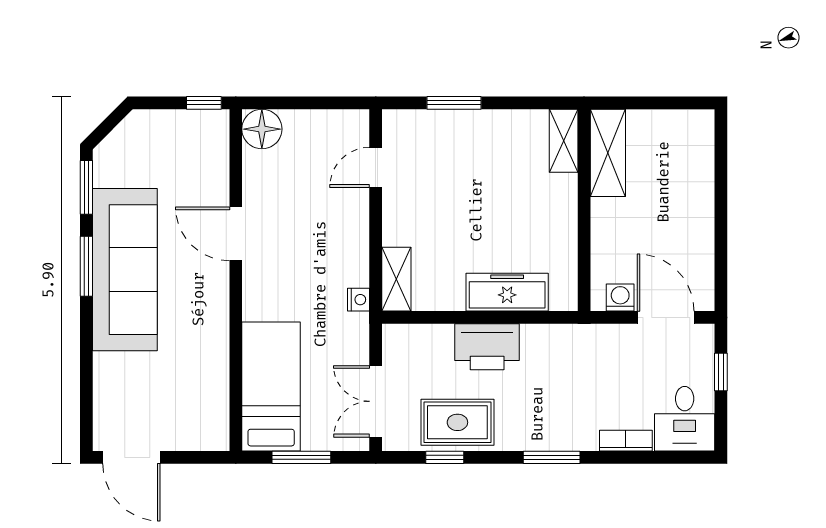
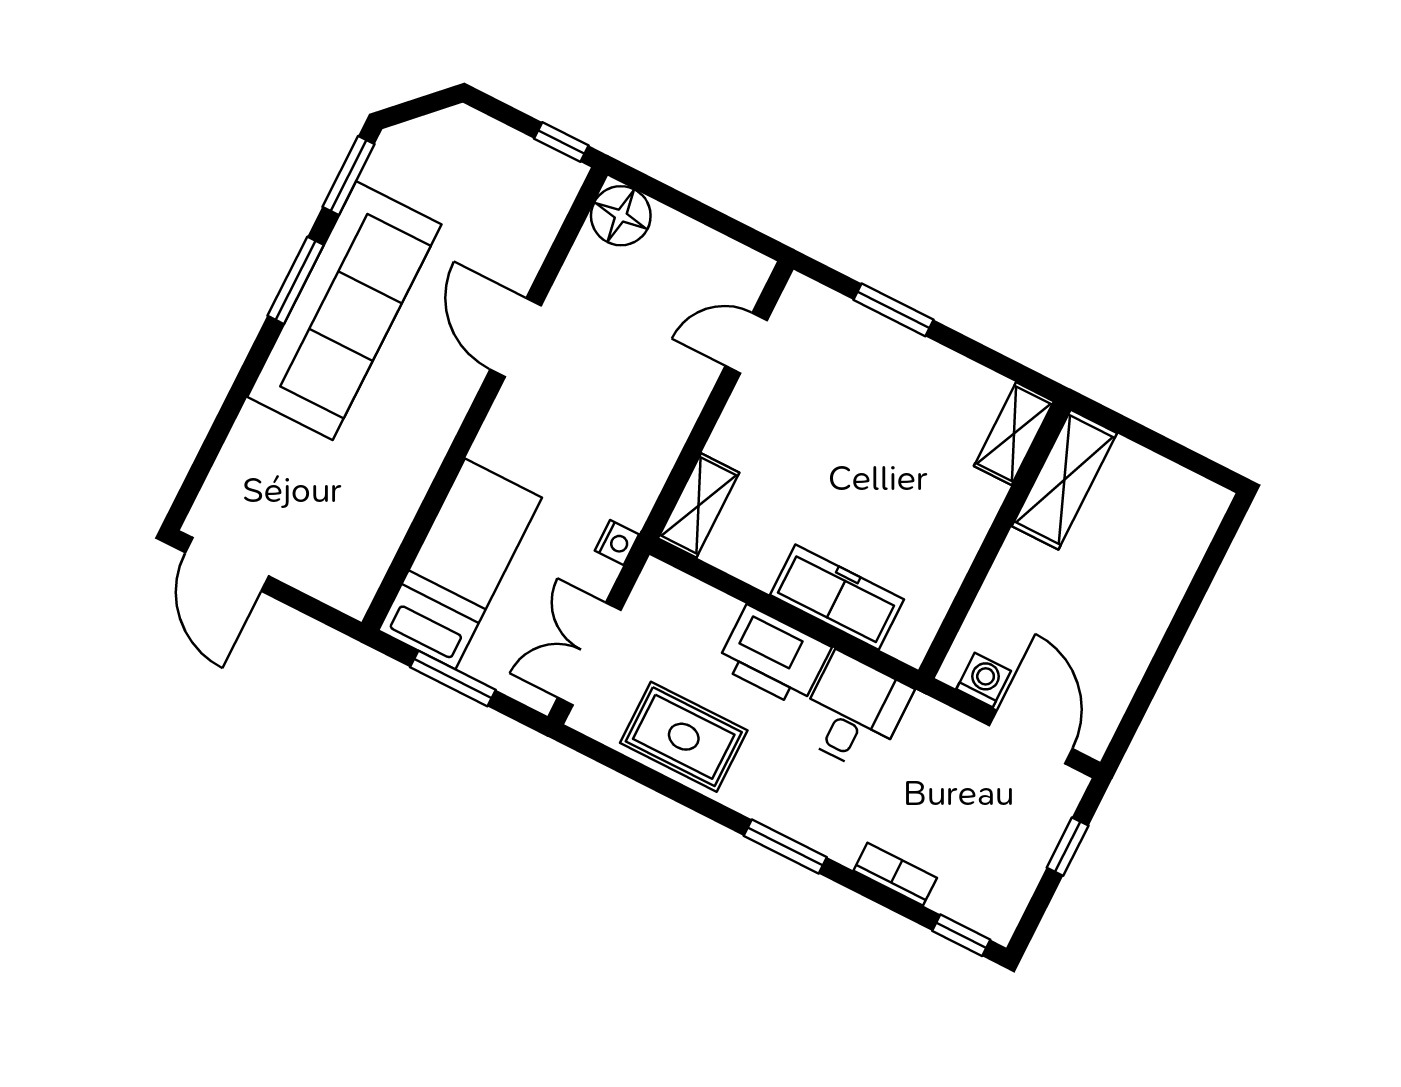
nightstand: (359, 300) -> (617, 543), moved
desk: (685, 419) -> (854, 712), moved, turned 180
window: (445, 457) -> (961, 935), moved

